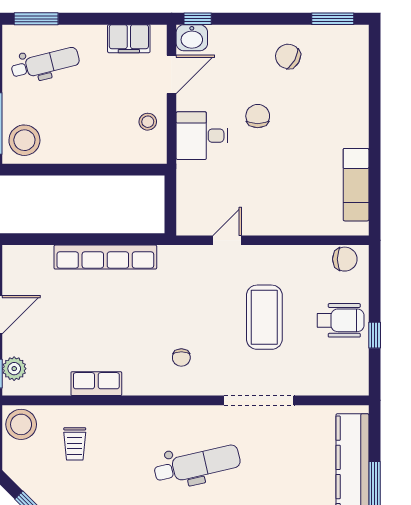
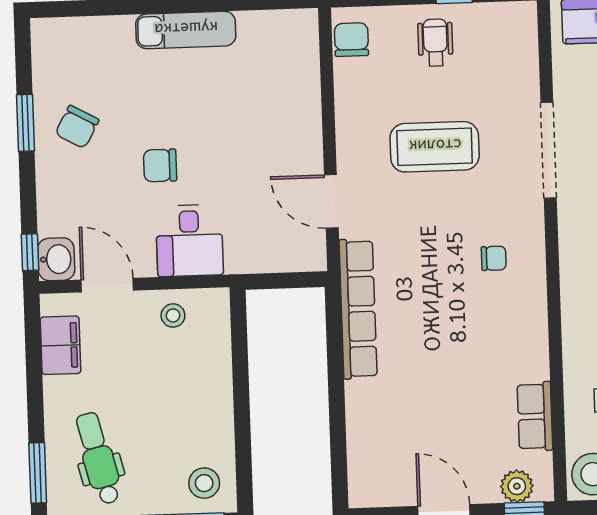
window: (333, 19) -> (25, 123), moved
stool: (24, 140) -> (204, 483), width x0.73, depth x0.73
exam couch: (356, 185) -> (186, 30), moved
door: (227, 240) -> (331, 201), width x1.38
row of seats: (105, 257) -> (358, 309), moved
wheelchair: (341, 320) -> (435, 43), width x0.73, depth x0.73
row of seats: (96, 384) -> (535, 416), moved

